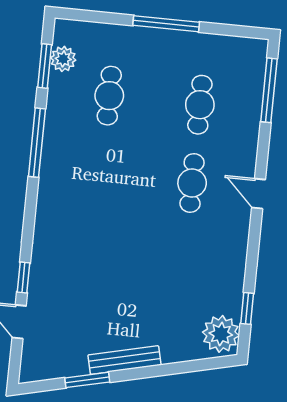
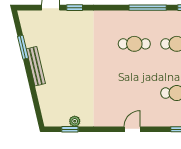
cafe table: (192, 183) -> (134, 44), moved
plant: (221, 334) -> (75, 121), moved, width x0.53, depth x0.53

